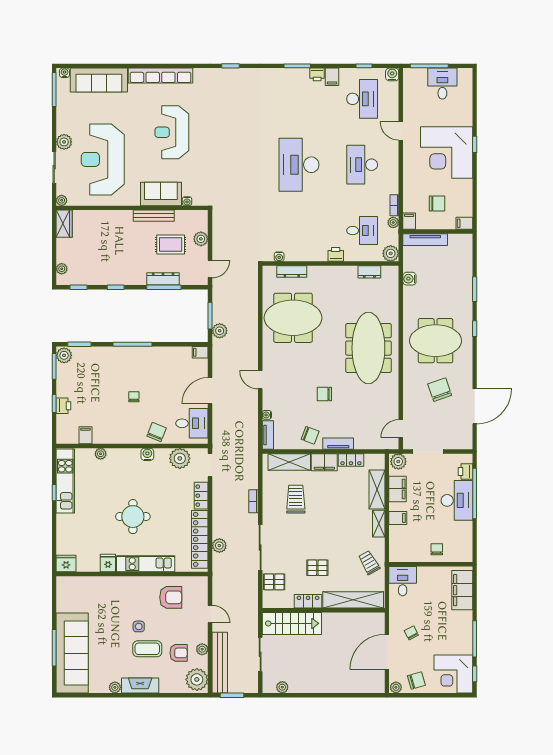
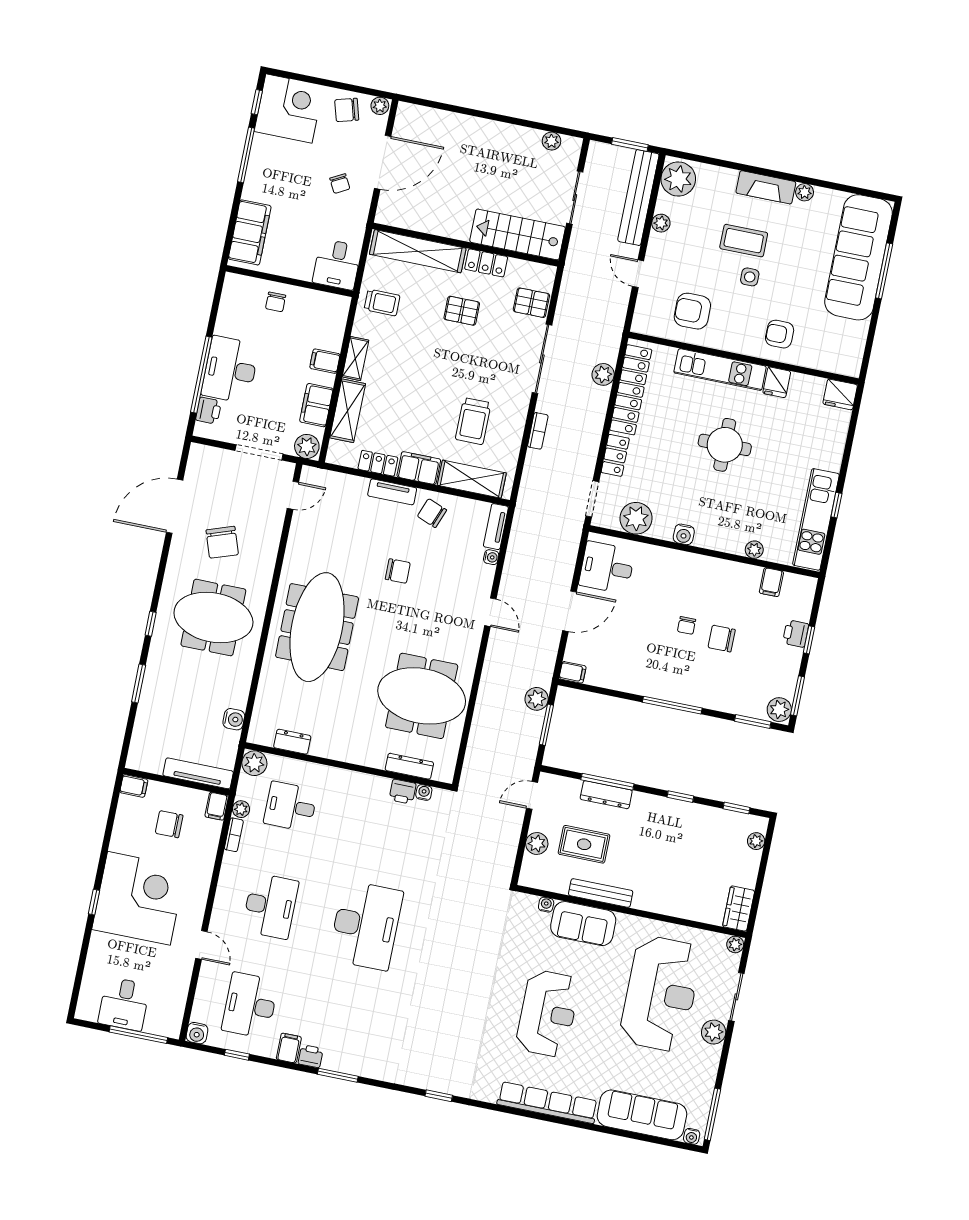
printer: (336, 254) -> (403, 792), moved
chair: (157, 432) -> (722, 639), moved, turned 68
trolley: (369, 563) -> (382, 303), turned -60
armchair: (179, 653) -> (780, 334), moved

